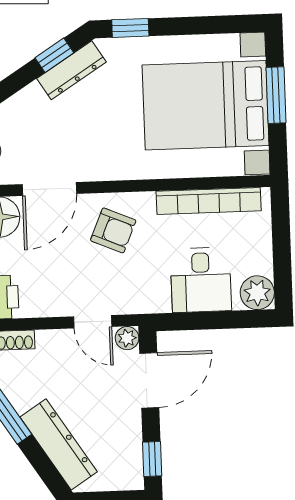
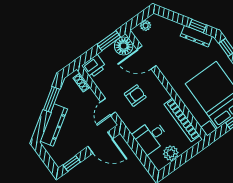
armchair: (113, 230) -> (135, 96), moved, turned -113
plant: (257, 293) -> (171, 153), moved
plant: (127, 338) -> (110, 124), removed

